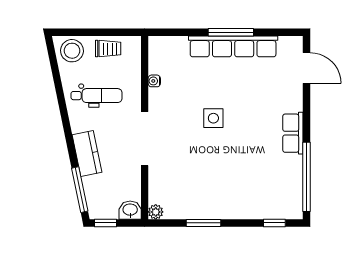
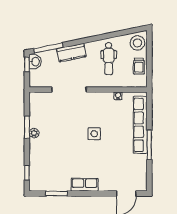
row of seats: (233, 46) -> (140, 125), moved
doorway: (145, 139) -> (69, 90), moved
window: (307, 177) -> (57, 193), width x0.47
washbasin: (130, 210) -> (35, 62), moved
plant: (156, 212) -> (34, 133), moved

